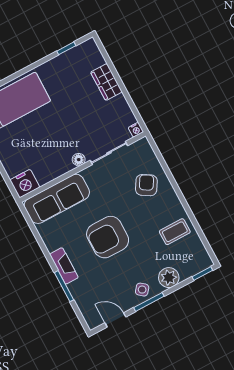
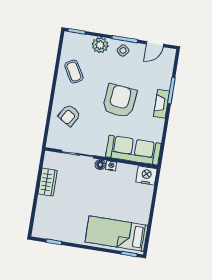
wardrobe: (106, 82) -> (48, 182), moved
nightstand: (136, 130) -> (111, 166), moved
coffee table: (175, 232) -> (74, 72), turned 60
armchair: (108, 237) -> (120, 101), turned -85
door: (115, 320) -> (155, 44), hinge flipped

